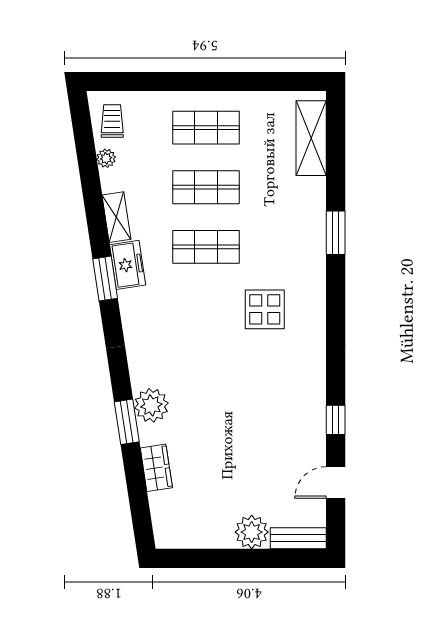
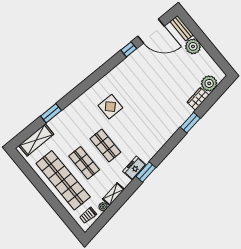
shop shelf: (206, 128) -> (63, 180), width x2.00, depth x1.36
shelving: (116, 217) -> (113, 194), moved
window: (336, 233) -> (51, 113), moved
plant: (151, 405) -> (209, 83), moved
door: (336, 483) -> (151, 31), width x1.87

